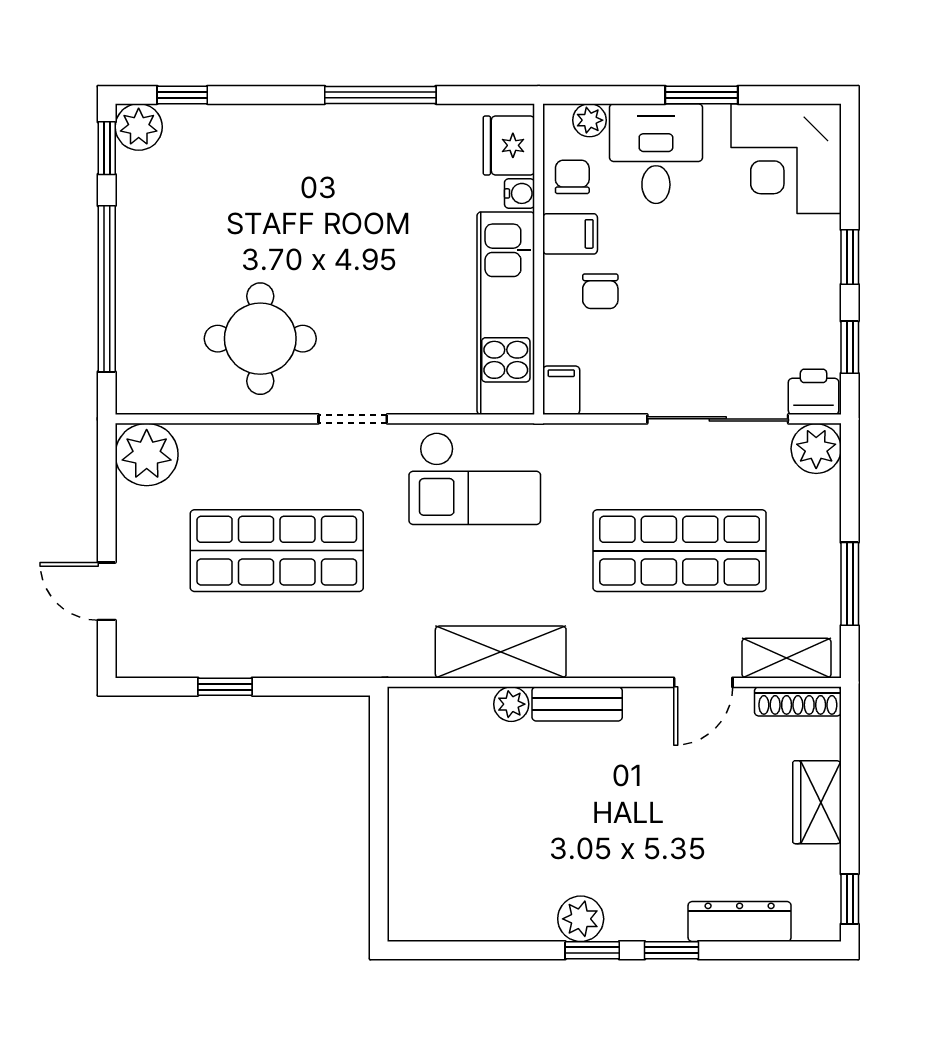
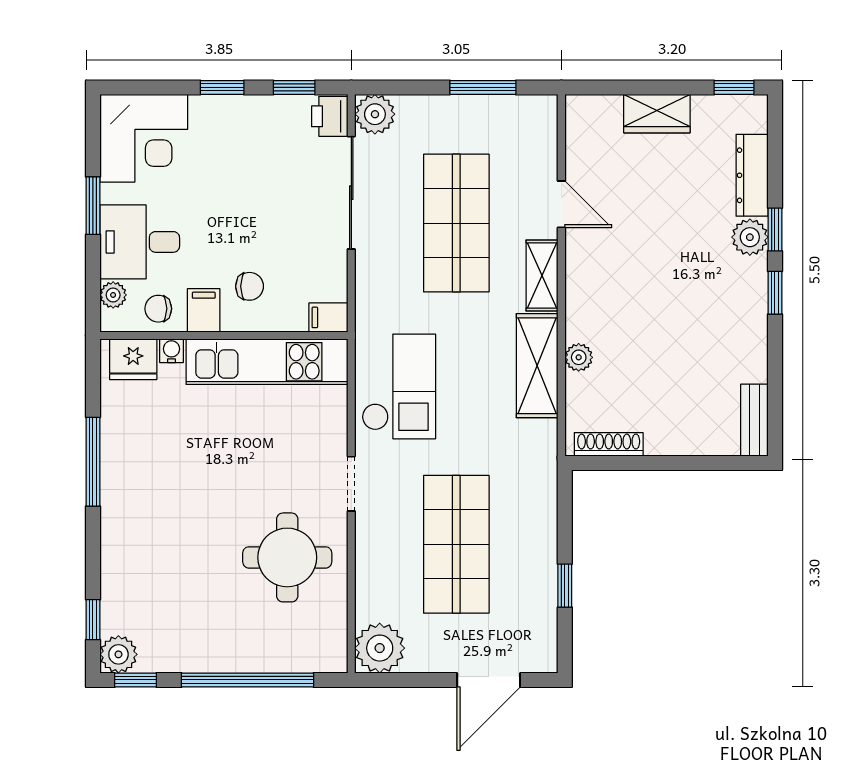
door: (107, 591) -> (489, 680), width x1.38
shelving: (786, 658) -> (542, 276), moved
shoe rack: (798, 701) -> (609, 444), moved, turned -90
bench: (577, 704) -> (754, 420), moved
plant: (581, 919) -> (750, 237), moved

